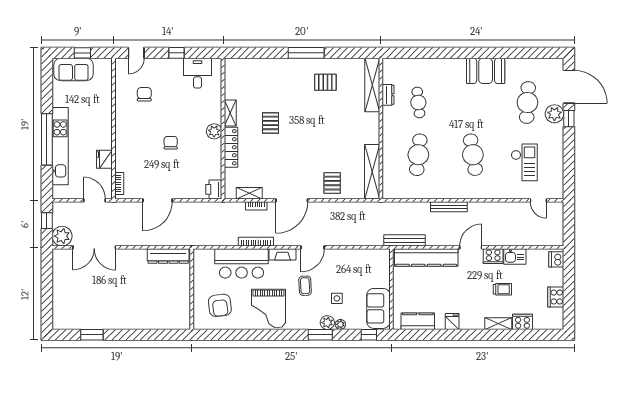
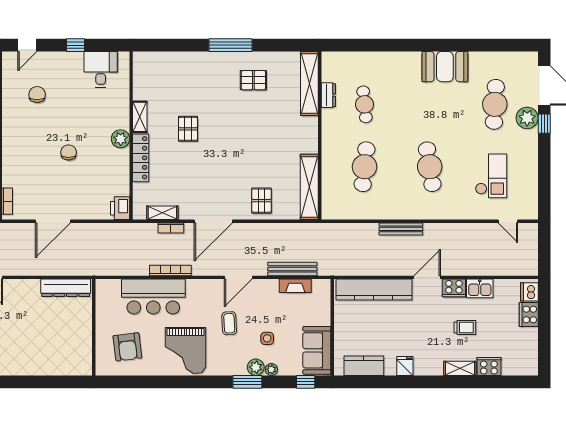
bench: (404, 240) -> (292, 269), moved
fireplace: (282, 254) -> (295, 286), moved
cooker: (556, 297) -> (529, 314), moved

